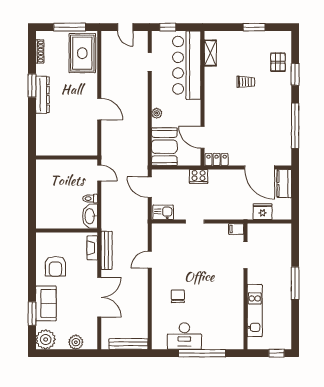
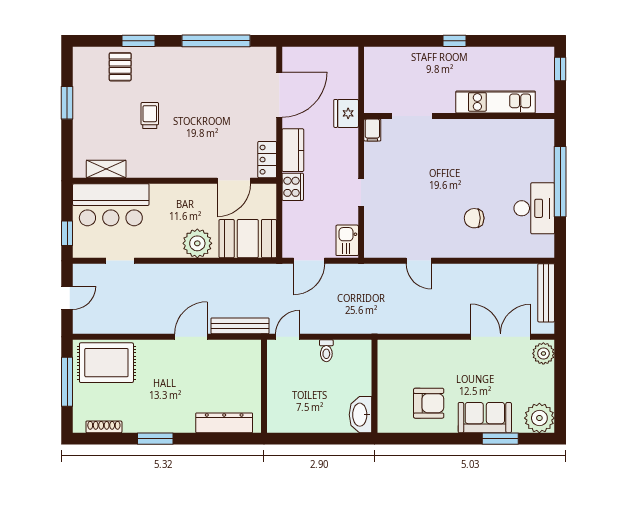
pallet: (278, 62) -> (120, 67), turned 90
bar counter: (187, 65) -> (111, 205), width x0.73
dresser: (42, 95) -> (224, 423), moved
plant: (157, 113) -> (197, 243), width x1.88, depth x1.88
kitchen counter: (284, 184) -> (293, 150), moved, turned -90
fridge: (263, 212) -> (346, 113), moved
washbasin: (90, 216) -> (360, 415), moved, turned 90
fireplace: (92, 248) -> (401, 347), removed
bench: (107, 250) -> (240, 326), moved
window: (295, 283) -> (454, 41), width x0.46
double door: (99, 297) -> (501, 337), moved
plant: (76, 342) -> (543, 353), moved

